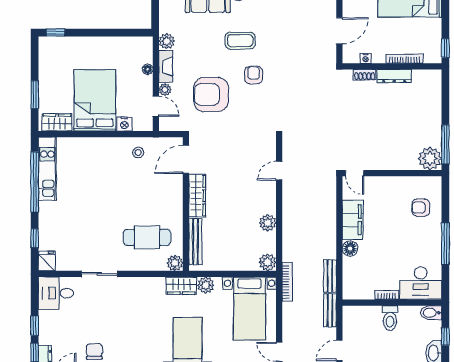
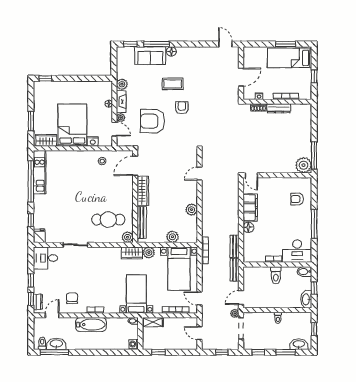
window: (445, 48) -> (314, 76), moved
plant: (268, 262) -> (172, 237), moved

